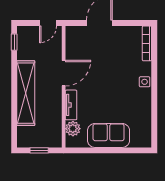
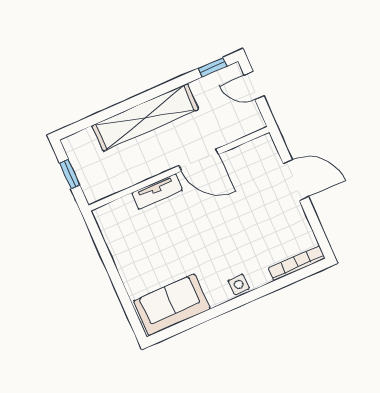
door: (48, 23) -> (254, 85), moved
plant: (73, 129) -> (124, 209), removed
sofa: (109, 135) -> (172, 305), moved, turned -90

